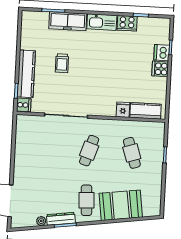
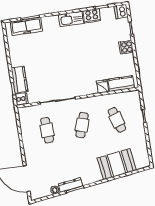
freezer: (68, 21) -> (26, 26), moved
dishwasher: (162, 53) -> (121, 12), moved
trolley: (62, 63) -> (46, 59), removed
kitchen counter: (26, 74) -> (19, 80), width x0.67
cafe table: (86, 200) -> (47, 130), moved

